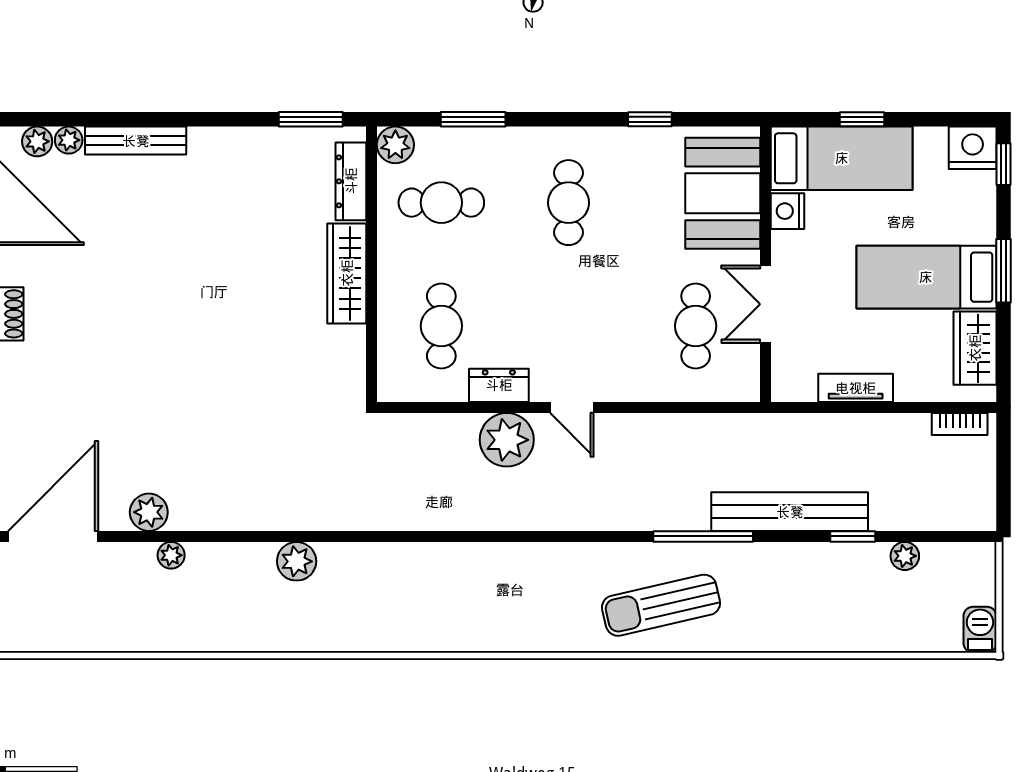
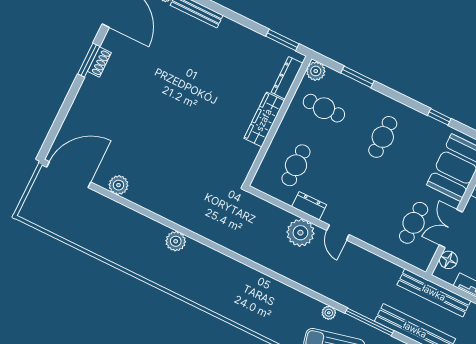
floor lamp: (788, 361) -> (448, 260), added
bench: (791, 431) -> (434, 293), added
plant: (171, 555) -> (329, 313), moved

